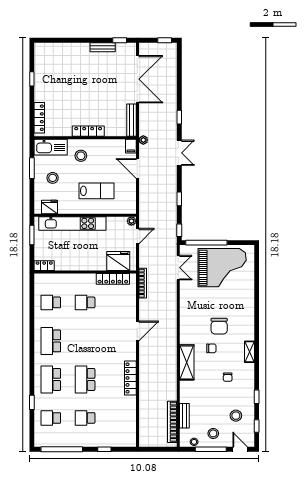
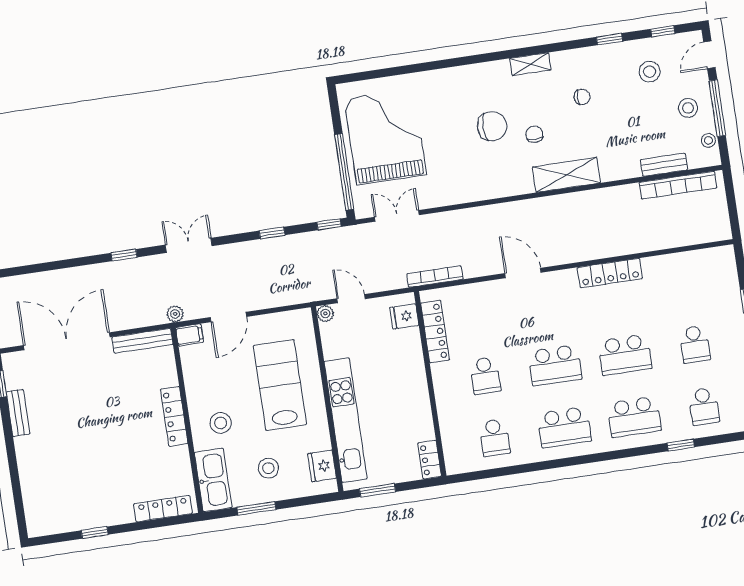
lab bench: (97, 191) -> (280, 385), width x1.36, depth x1.39
fridge: (118, 261) -> (404, 316), width x0.53, depth x0.75
school desk: (85, 341) -> (555, 365), added

